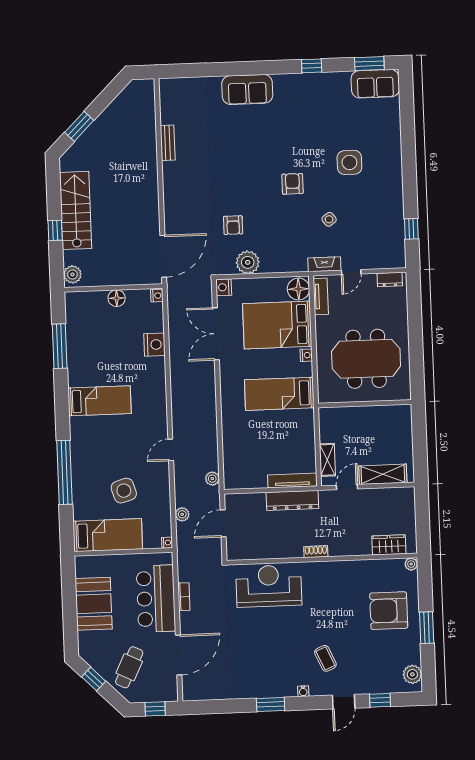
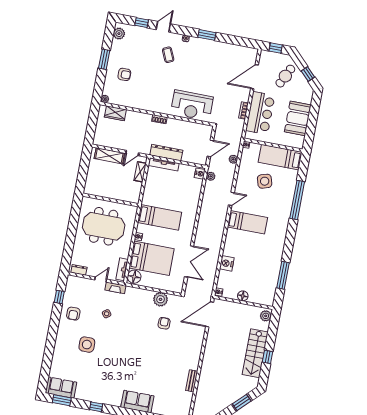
armchair: (292, 184) -> (73, 314), moved
window: (55, 230) -> (268, 357), moved
nightstand: (224, 287) -> (200, 174), moved
bed: (99, 401) -> (247, 222), moved, turned 180
armchair: (389, 611) -> (124, 74), width x0.53, depth x0.53

